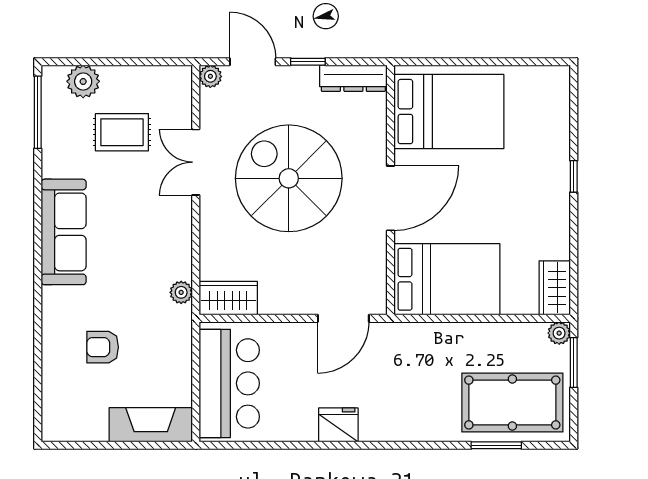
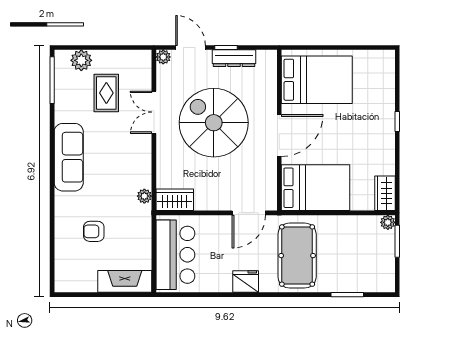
dresser: (353, 78) -> (234, 58), moved
rug: (122, 132) -> (106, 93), turned 90
pool table: (512, 403) -> (297, 256), moved, turned 90

